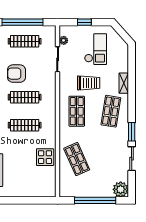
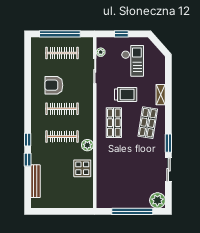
plant: (50, 134) -> (87, 145), added
shop shelf: (77, 159) -> (114, 170), removed

